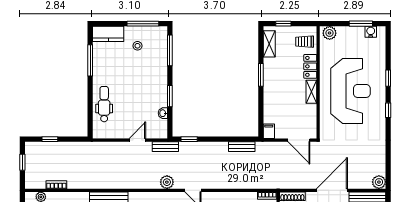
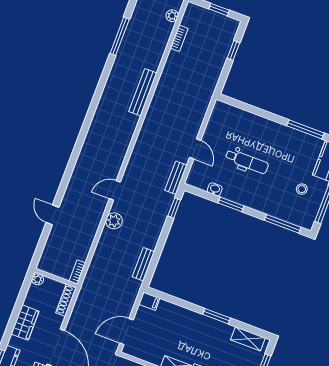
dental chair: (104, 104) -> (247, 161), moved
plant: (167, 182) -> (114, 221), moved

